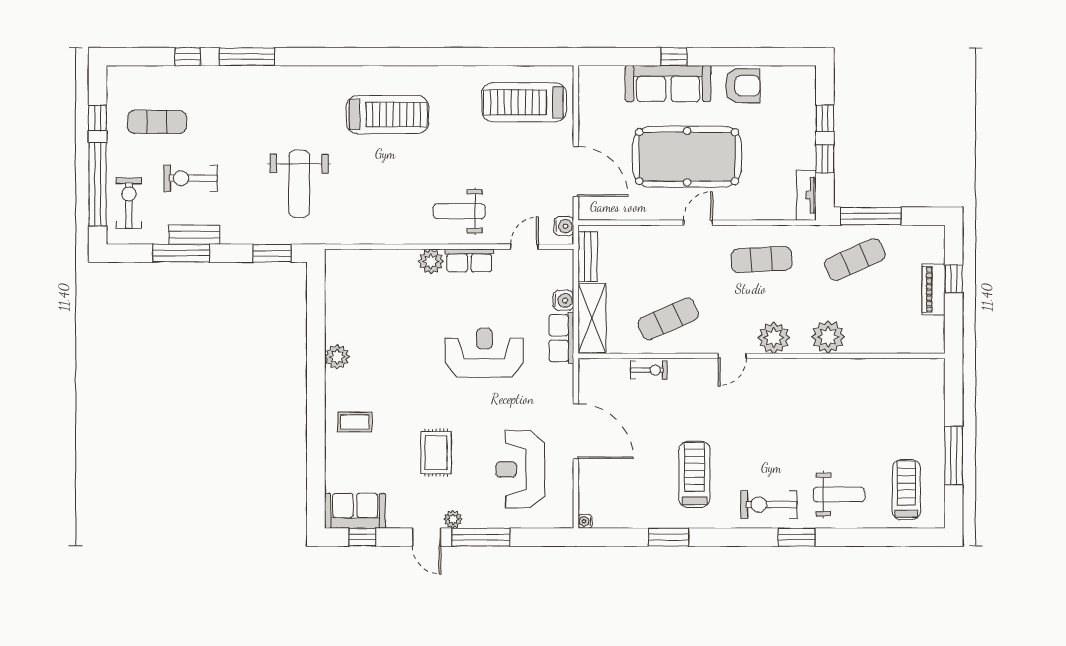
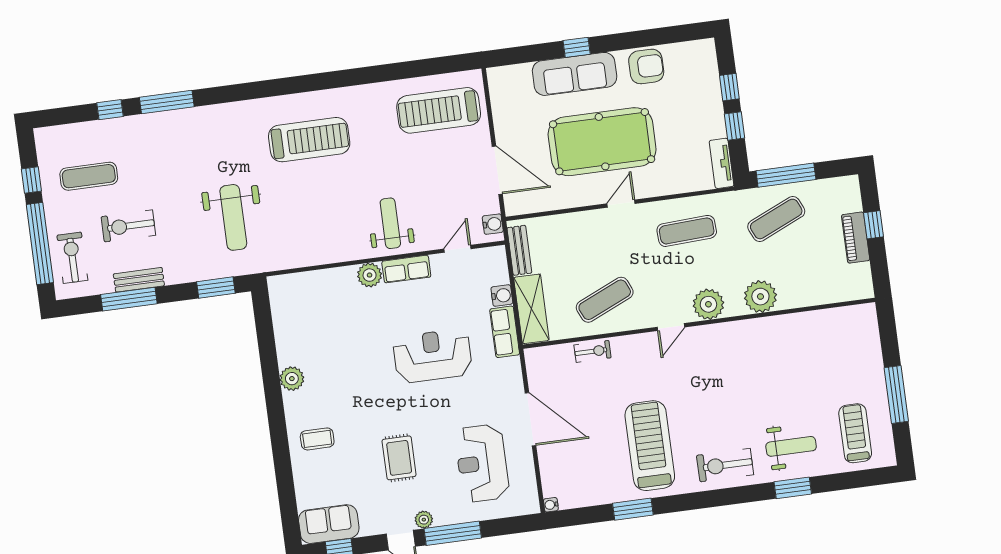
weight bench: (459, 211) -> (390, 223), turned 90
treadmill: (694, 474) -> (650, 446), width x1.37, depth x1.38
window: (797, 537) -> (793, 488), moved

